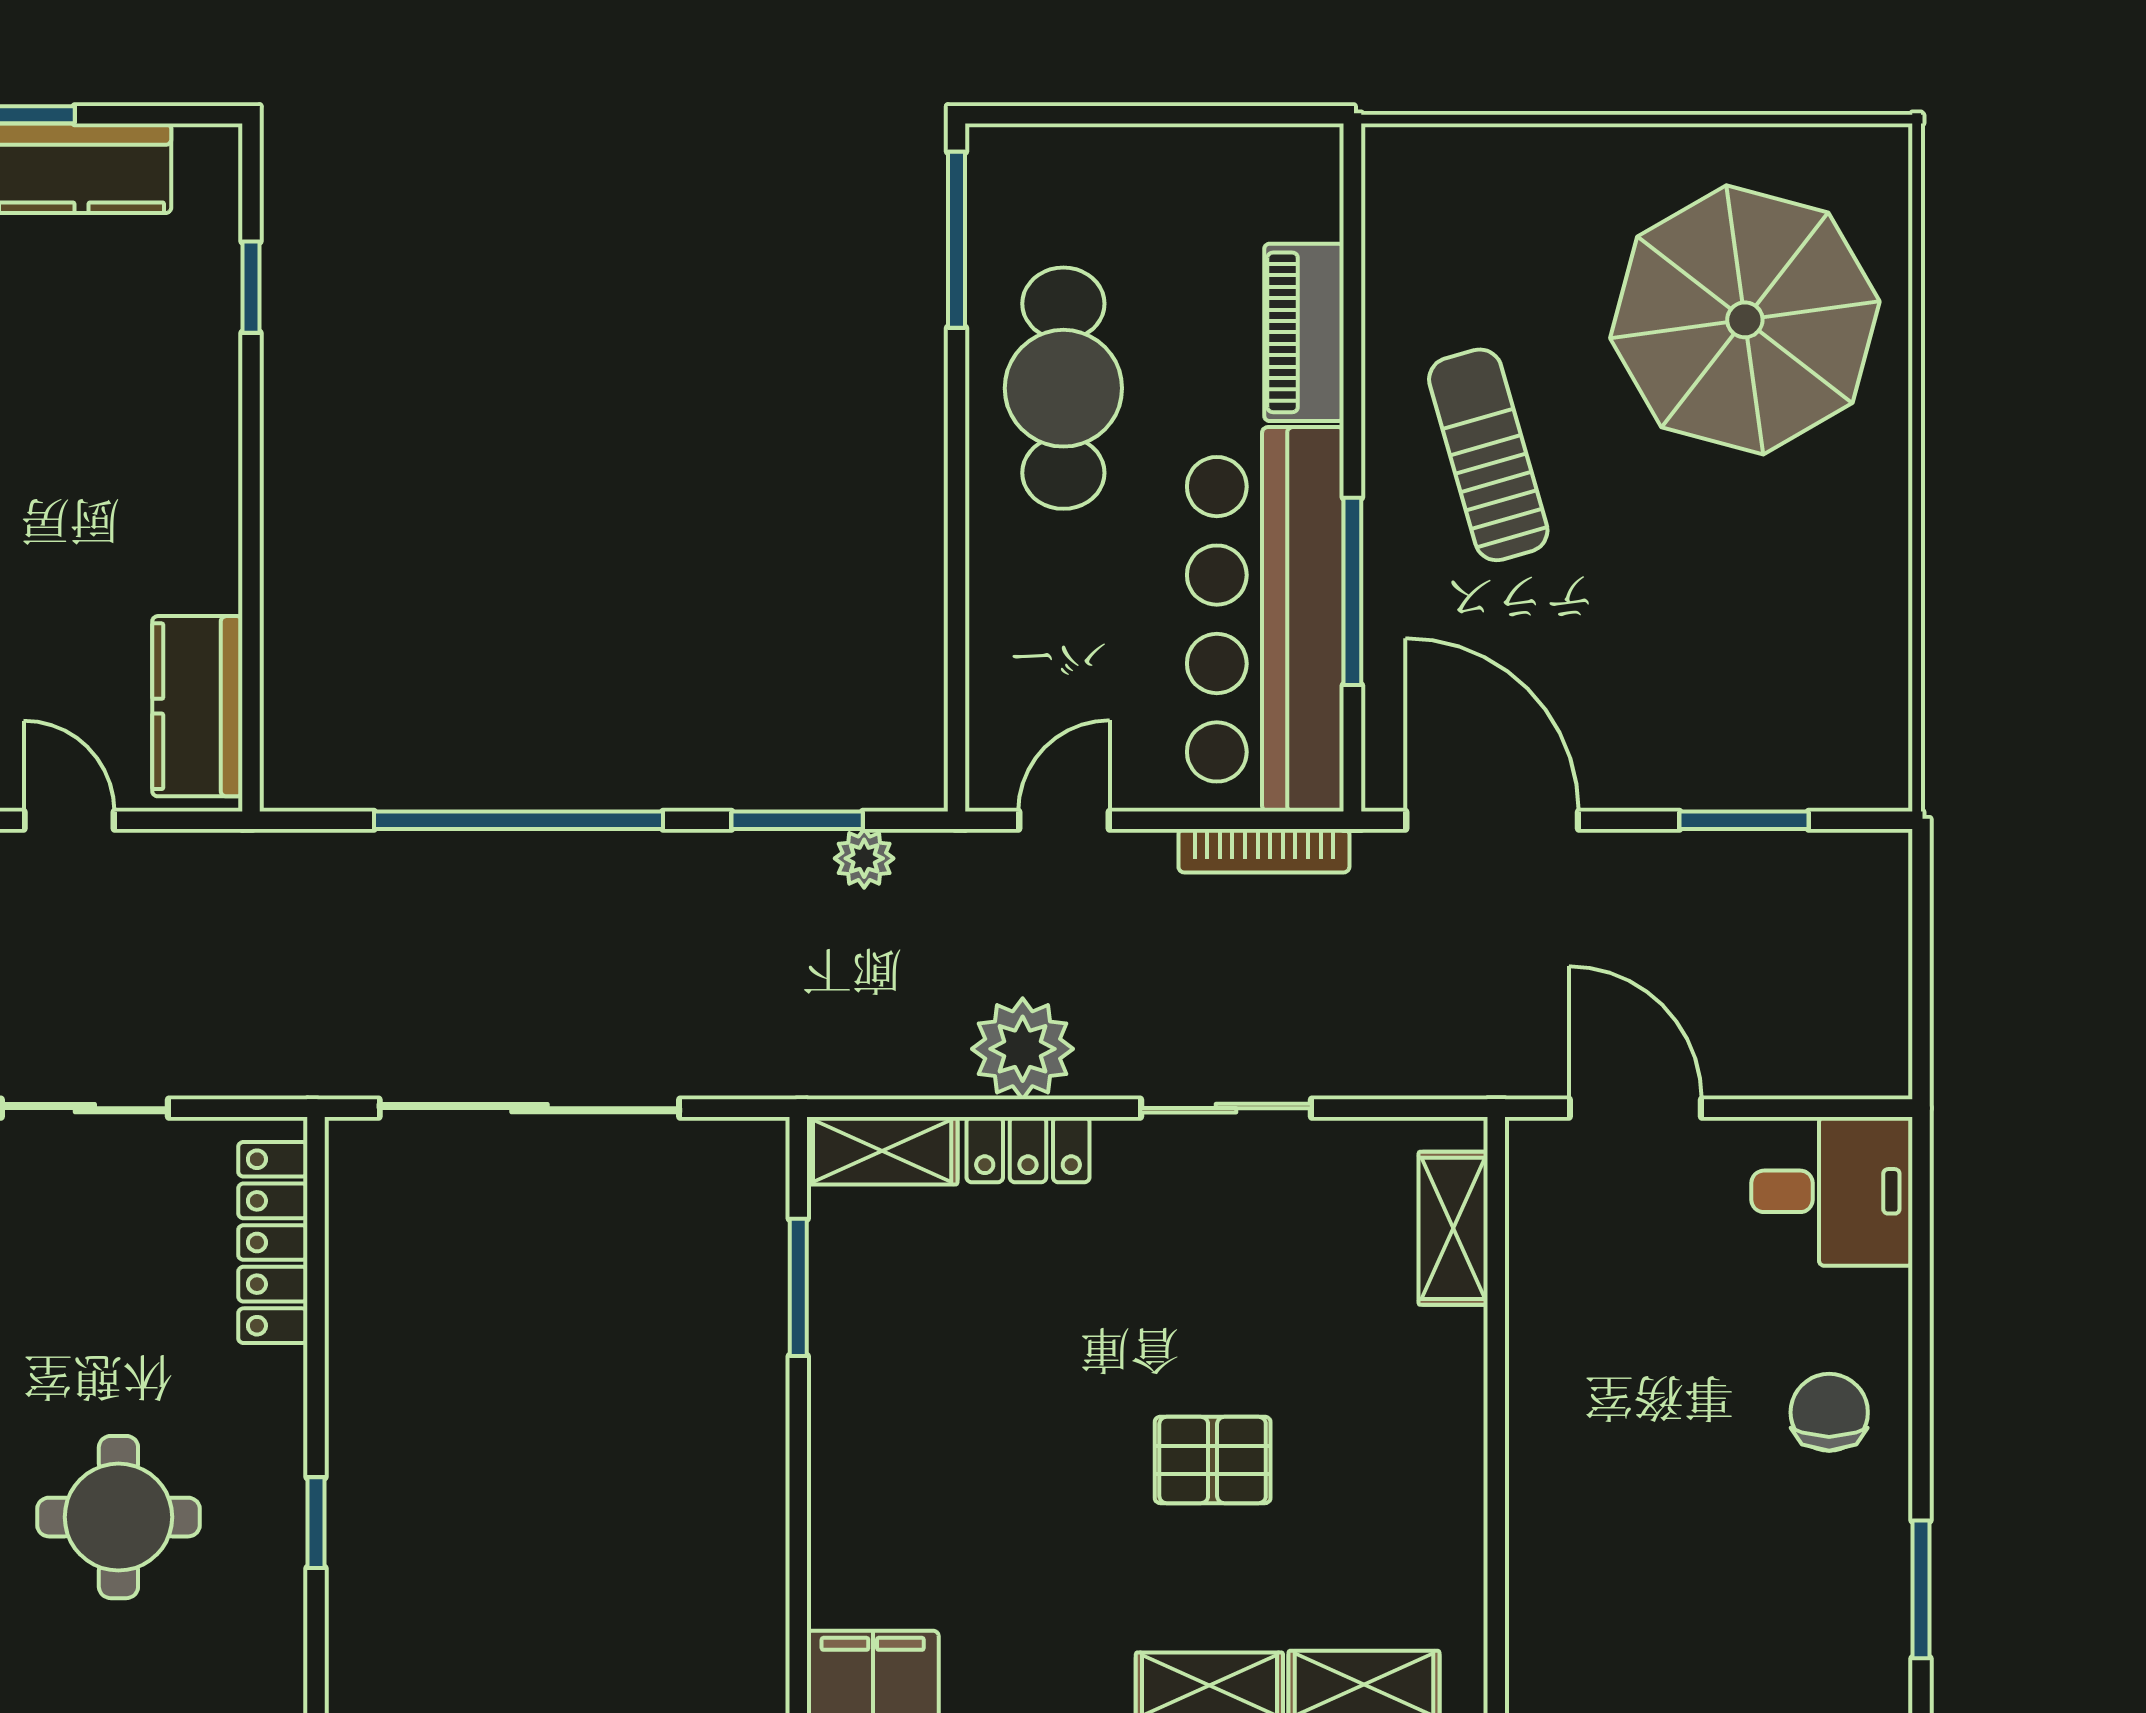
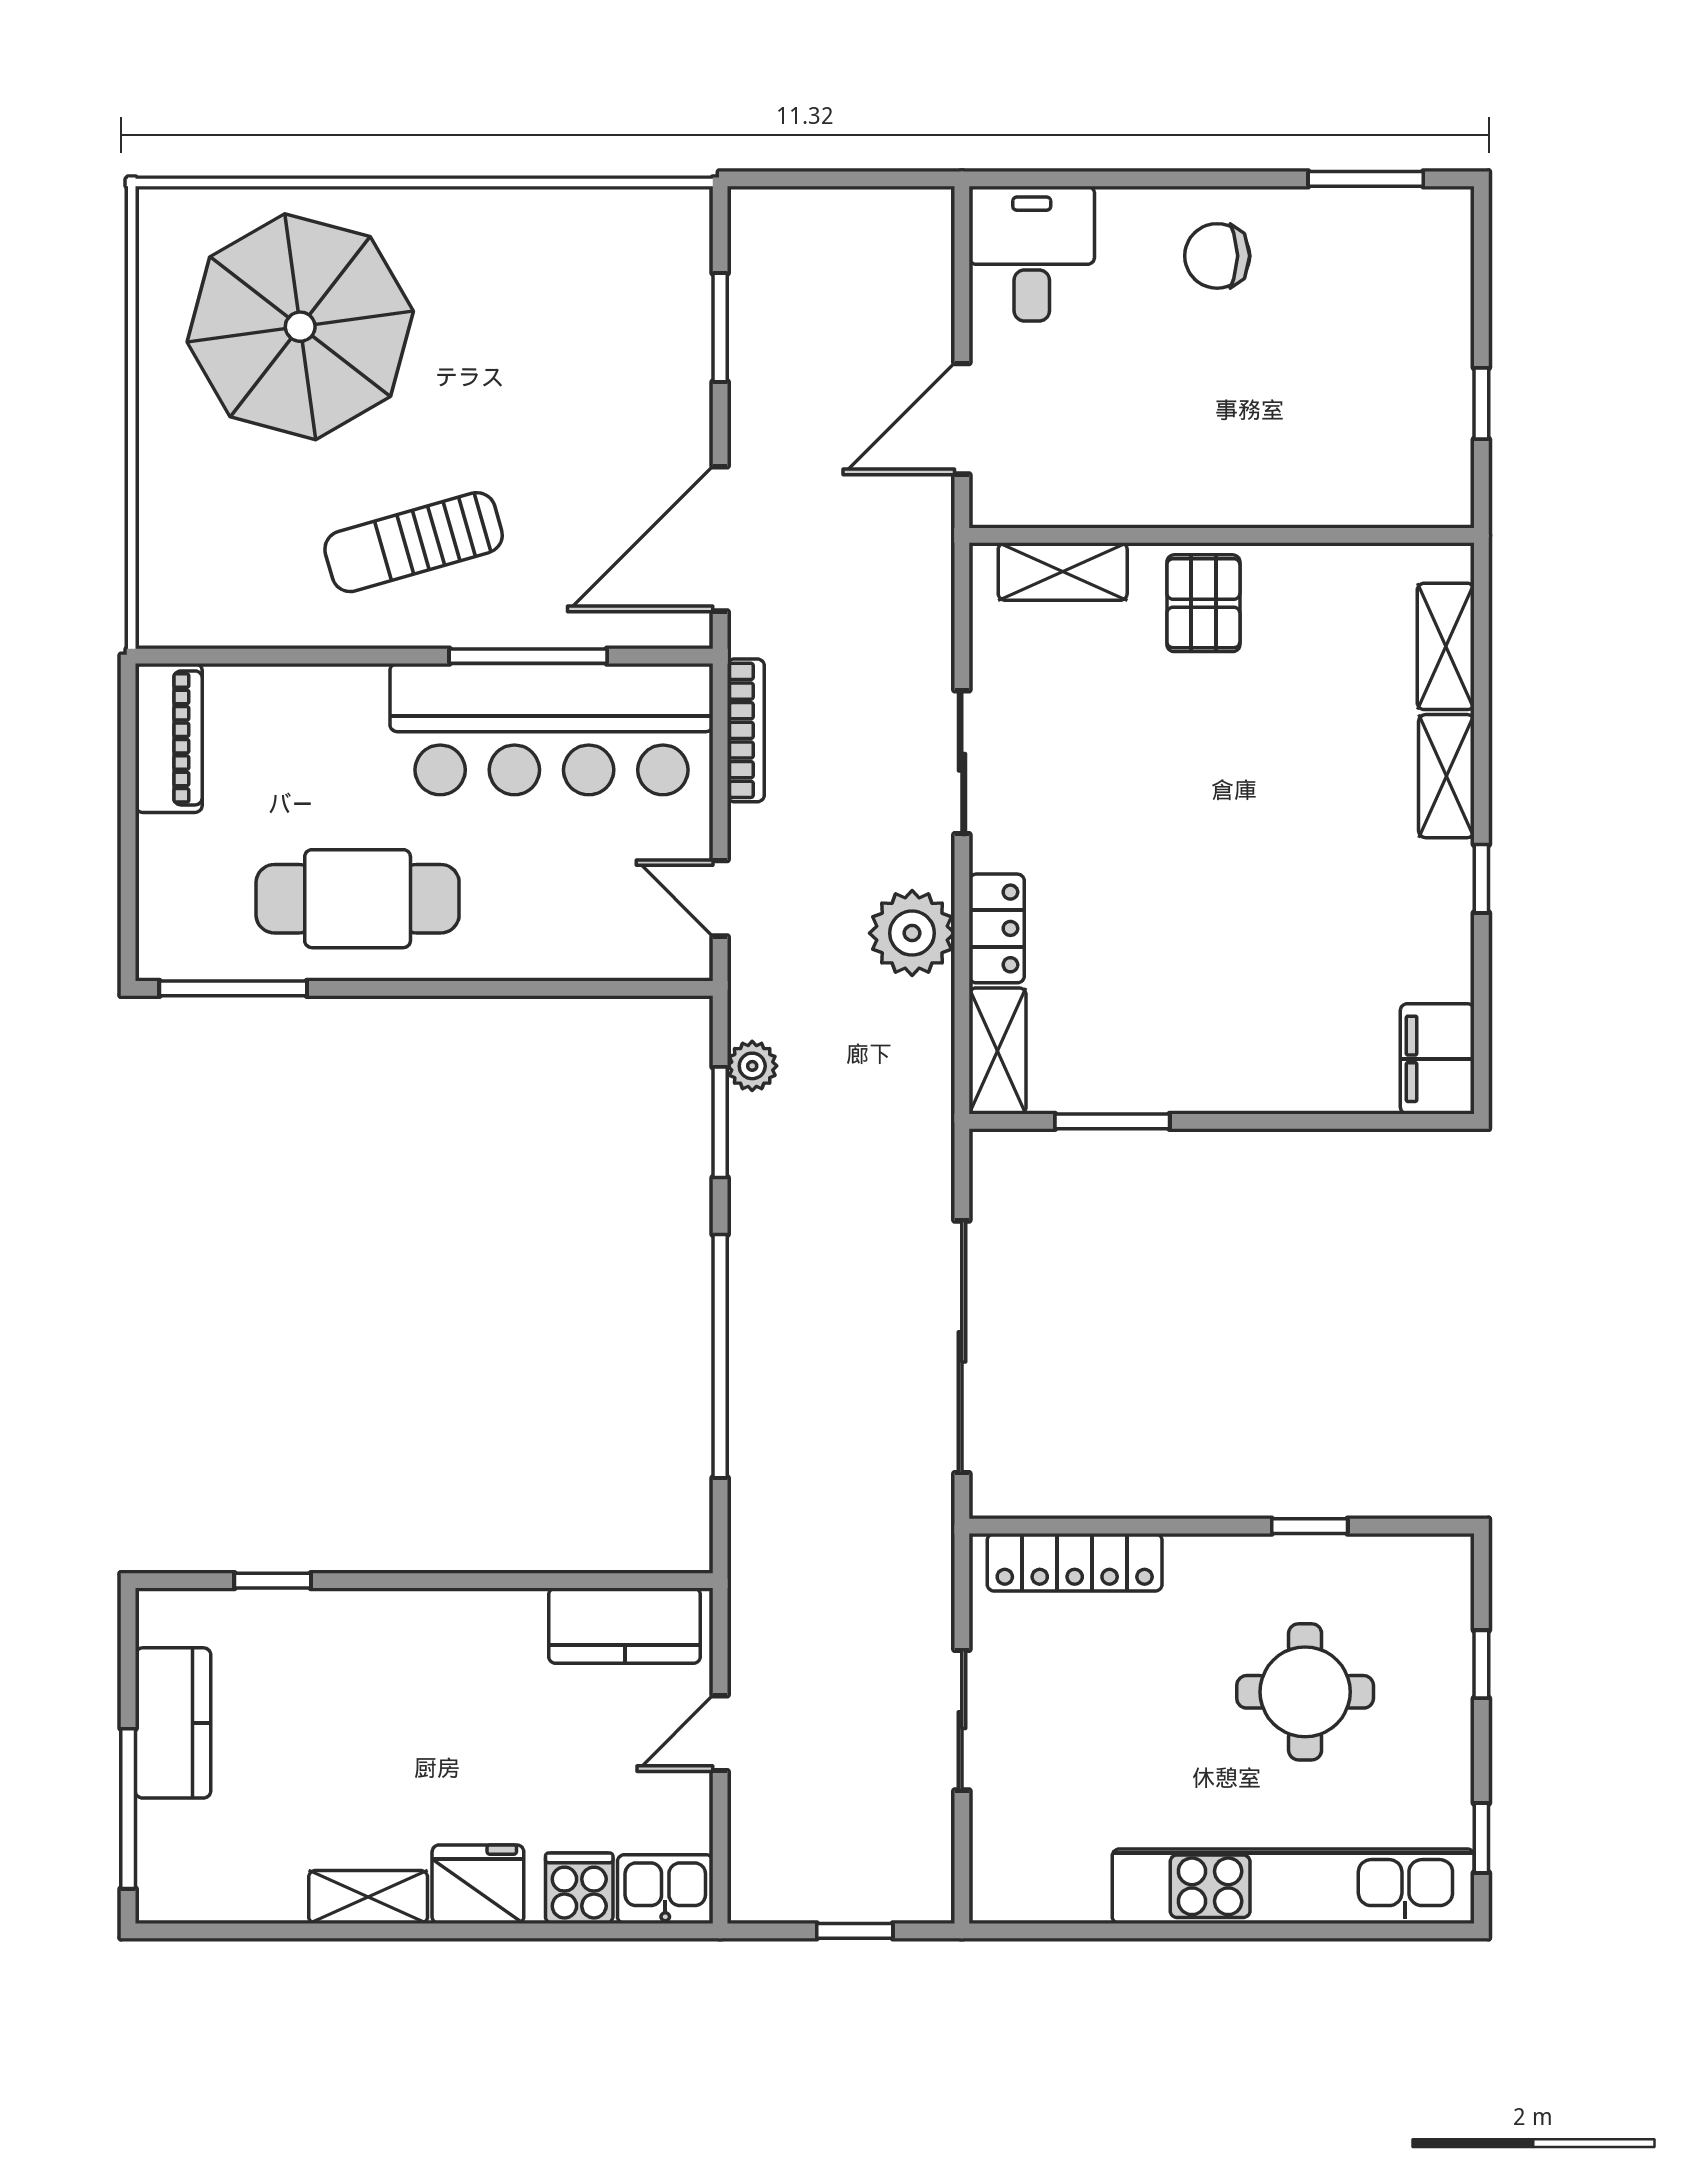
piano: (1304, 332) -> (169, 738), moved, turned -90
pallet: (1213, 1460) -> (1203, 603), moved

